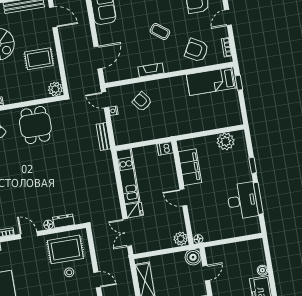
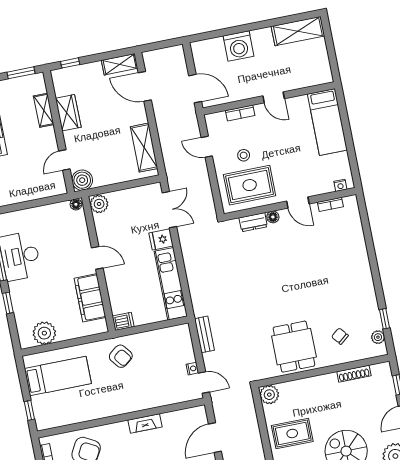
bed: (212, 81) -> (58, 376), moved
armchair: (142, 102) -> (121, 356), moved

